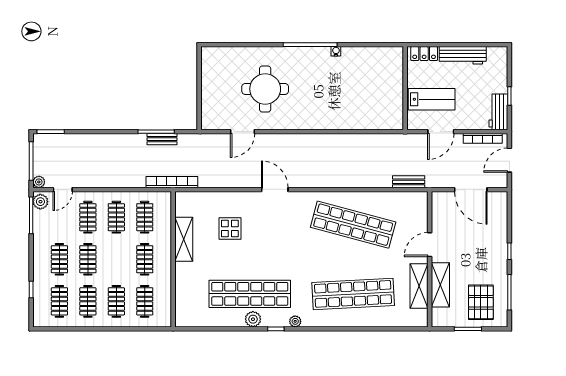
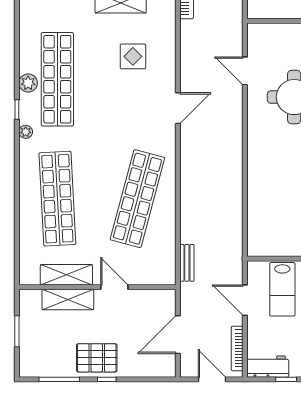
pallet: (481, 302) -> (97, 358), moved

